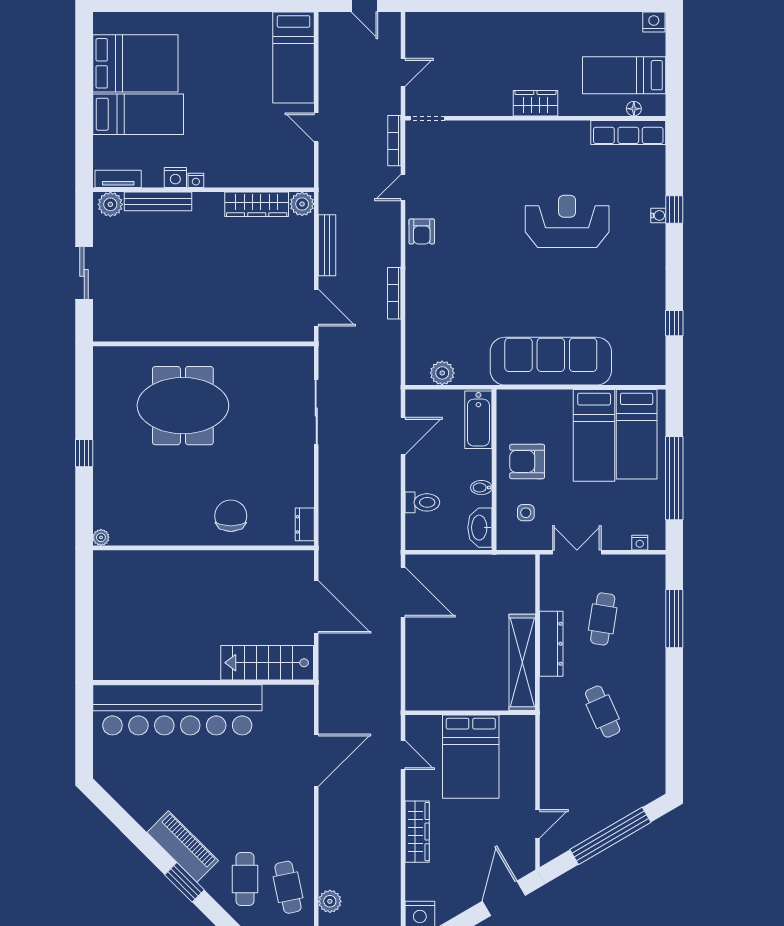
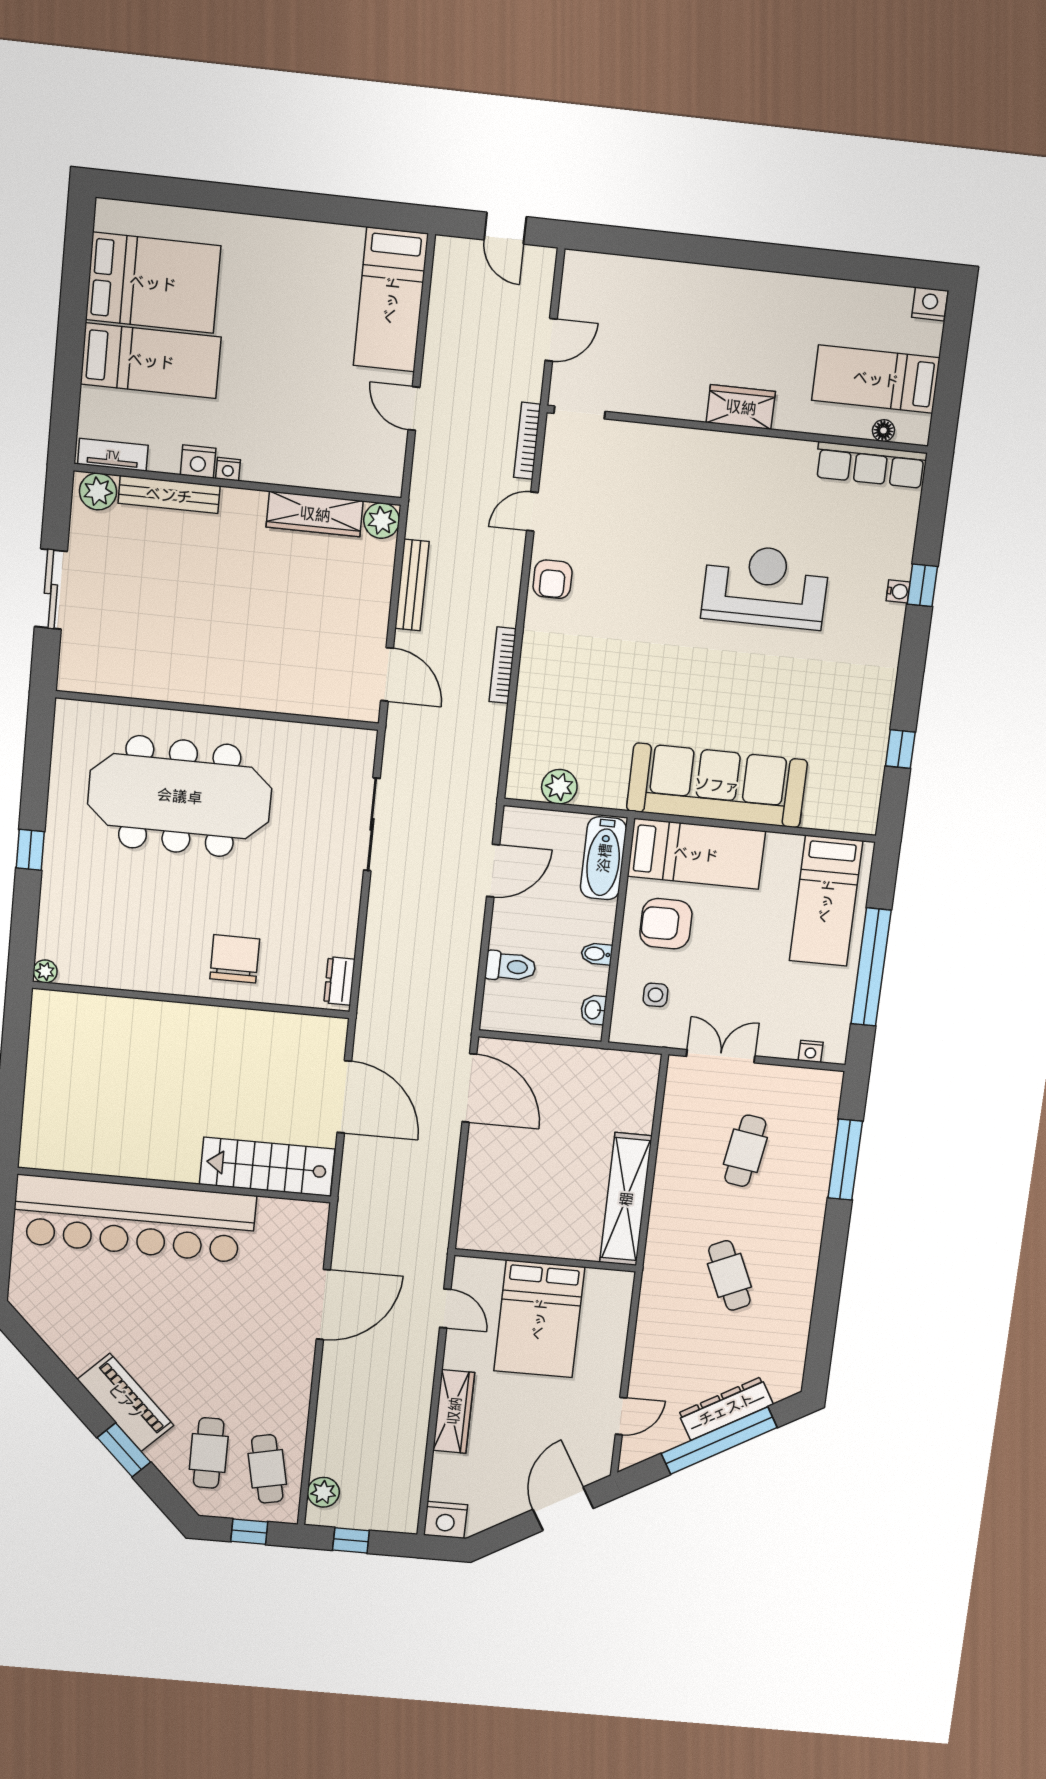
meeting table: (183, 406) -> (180, 796), width x1.36
bed: (594, 435) -> (696, 854), moved, turned -90
washbasin: (480, 528) -> (593, 1010), width x0.52, depth x0.69
dresser: (551, 644) -> (726, 1409), moved, turned -120

